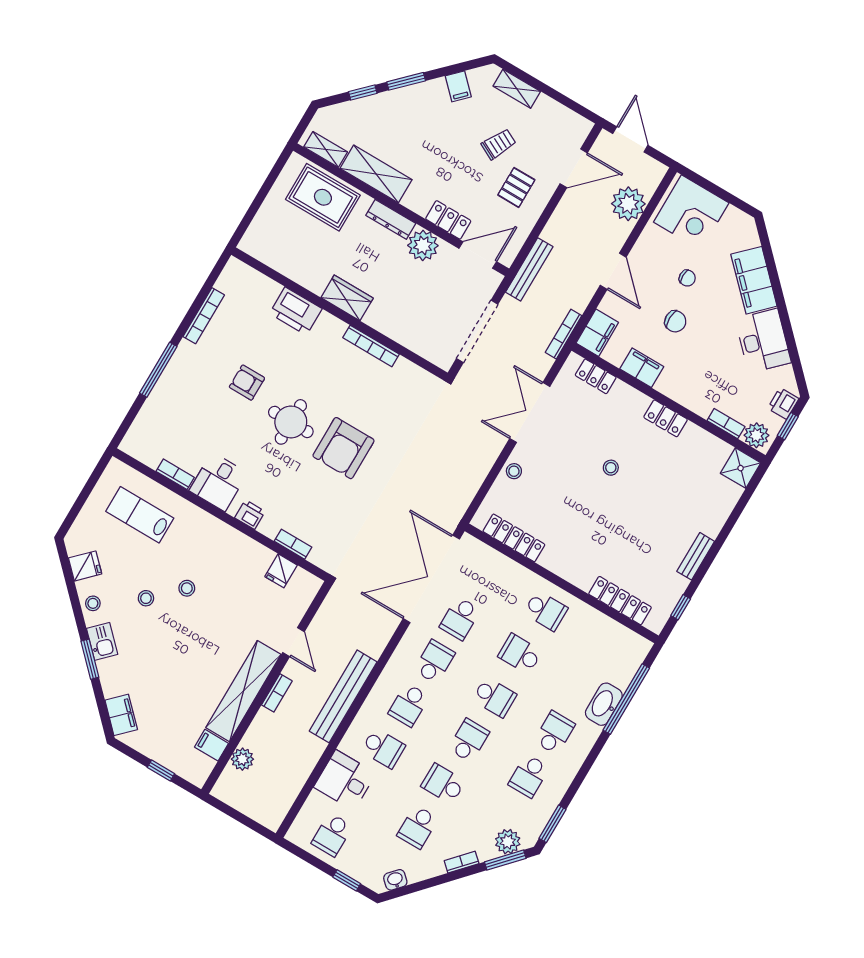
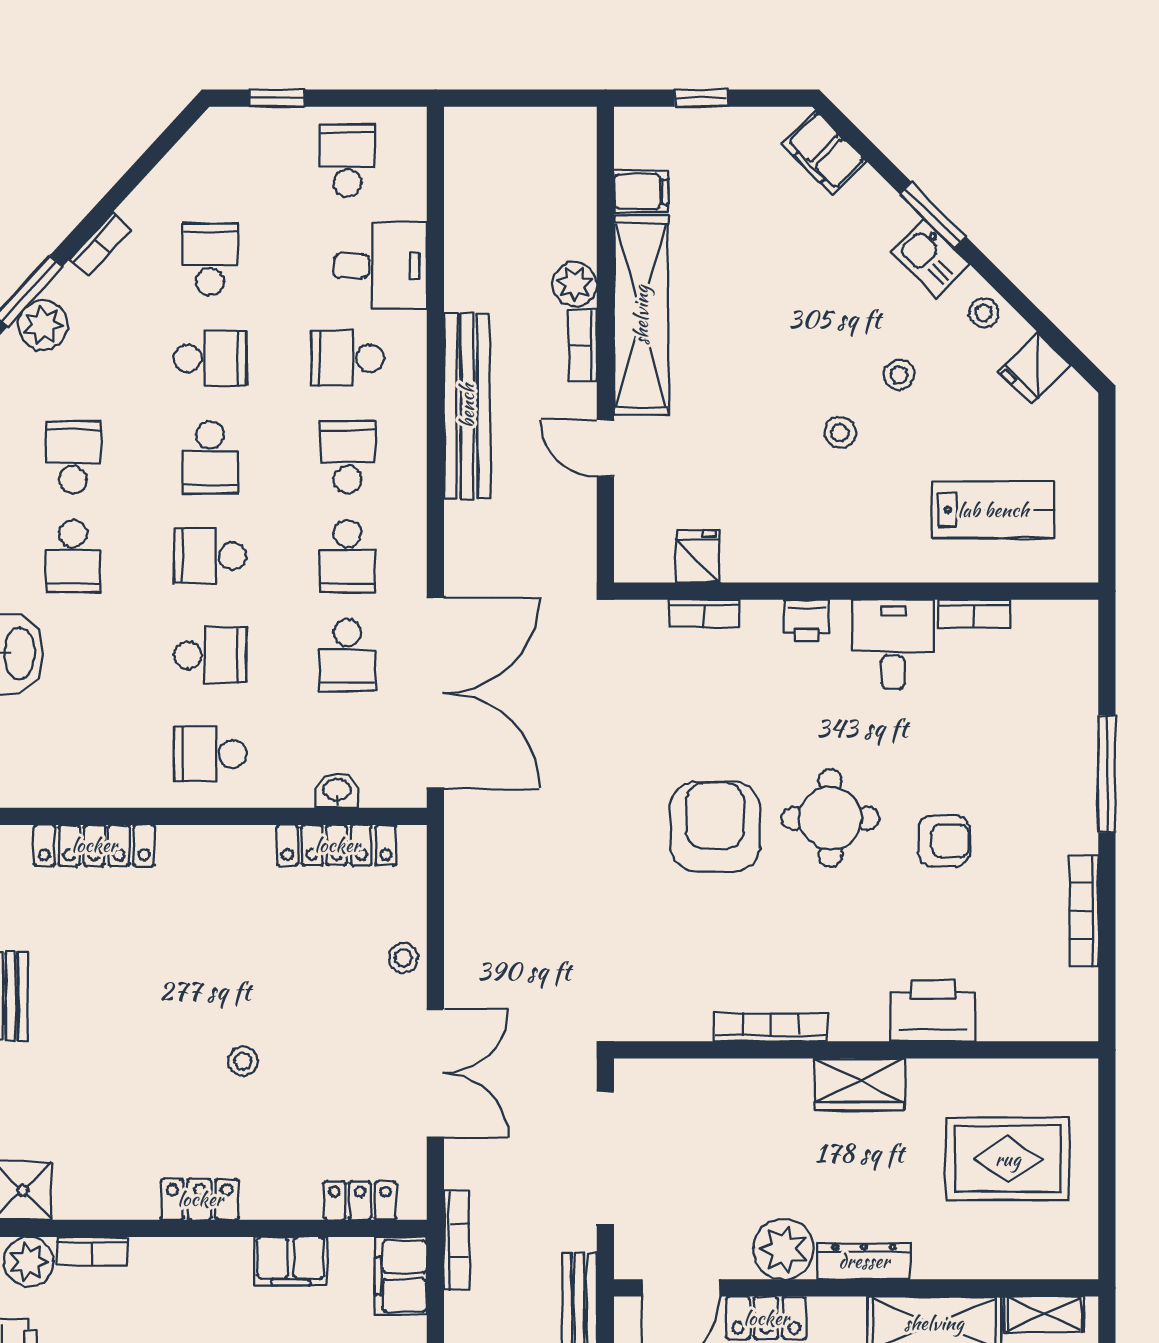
rug: (323, 197) -> (1008, 1159), moved
school desk: (460, 618) -> (347, 655), turned 180
plant: (242, 759) -> (575, 284), moved
washbasin: (395, 880) -> (337, 791), moved, turned -132

